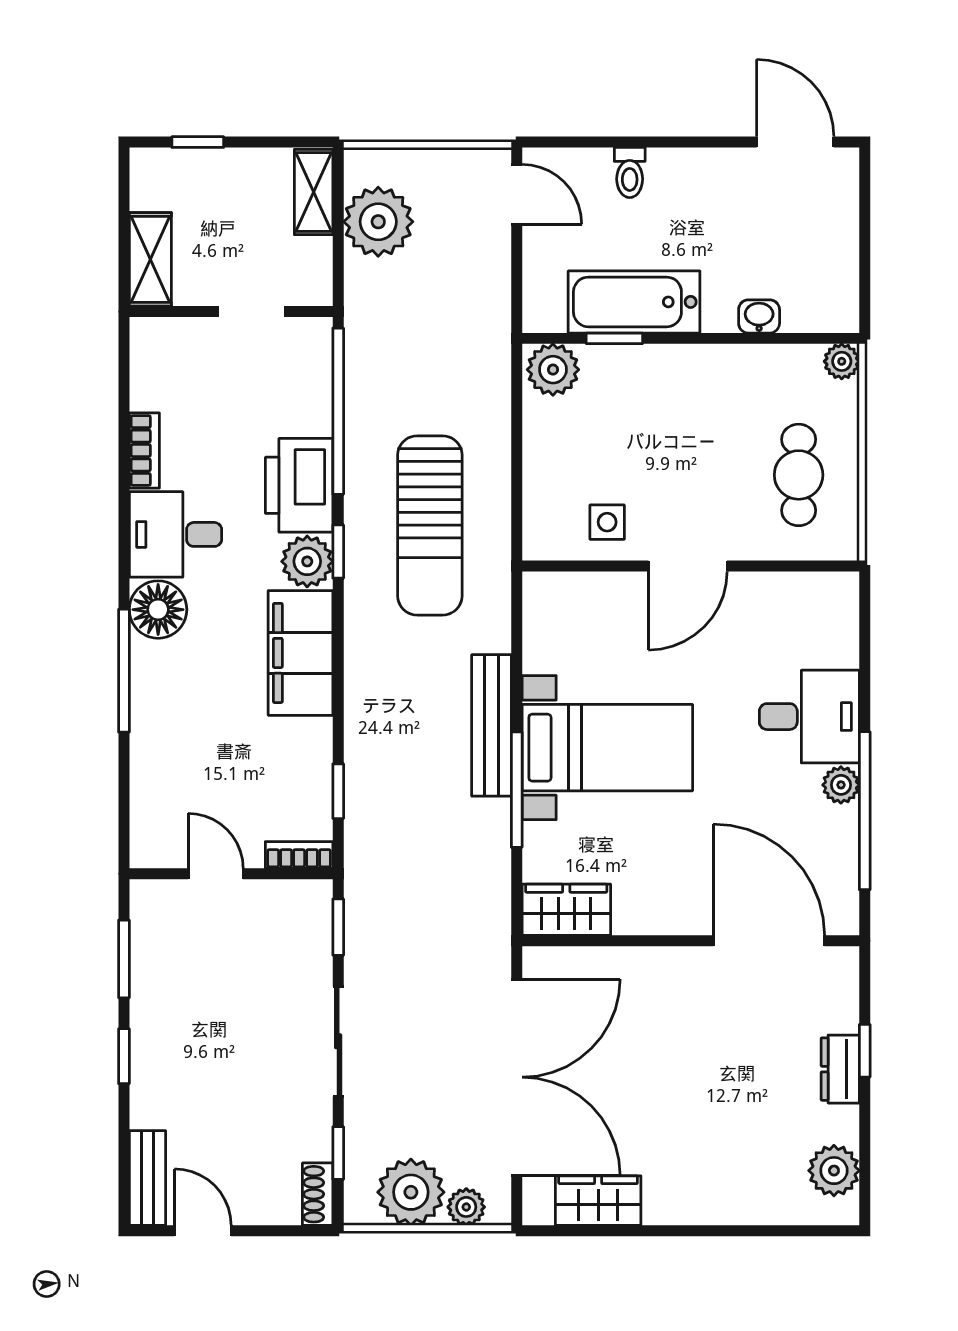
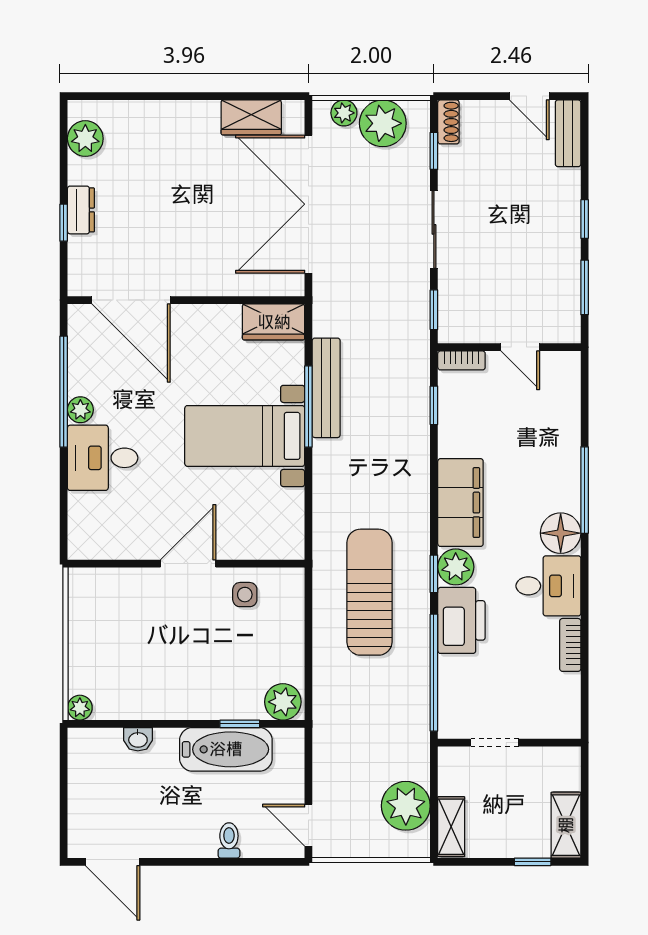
shelving: (150, 259) -> (566, 825), moved
cafe table: (799, 475) -> (110, 628), removed
bench: (491, 725) -> (326, 388), moved

